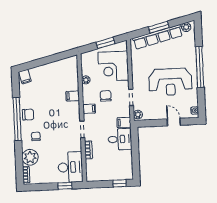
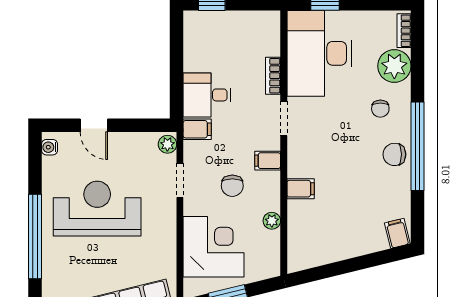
desk: (70, 167) -> (319, 53), width x1.36, depth x1.30

